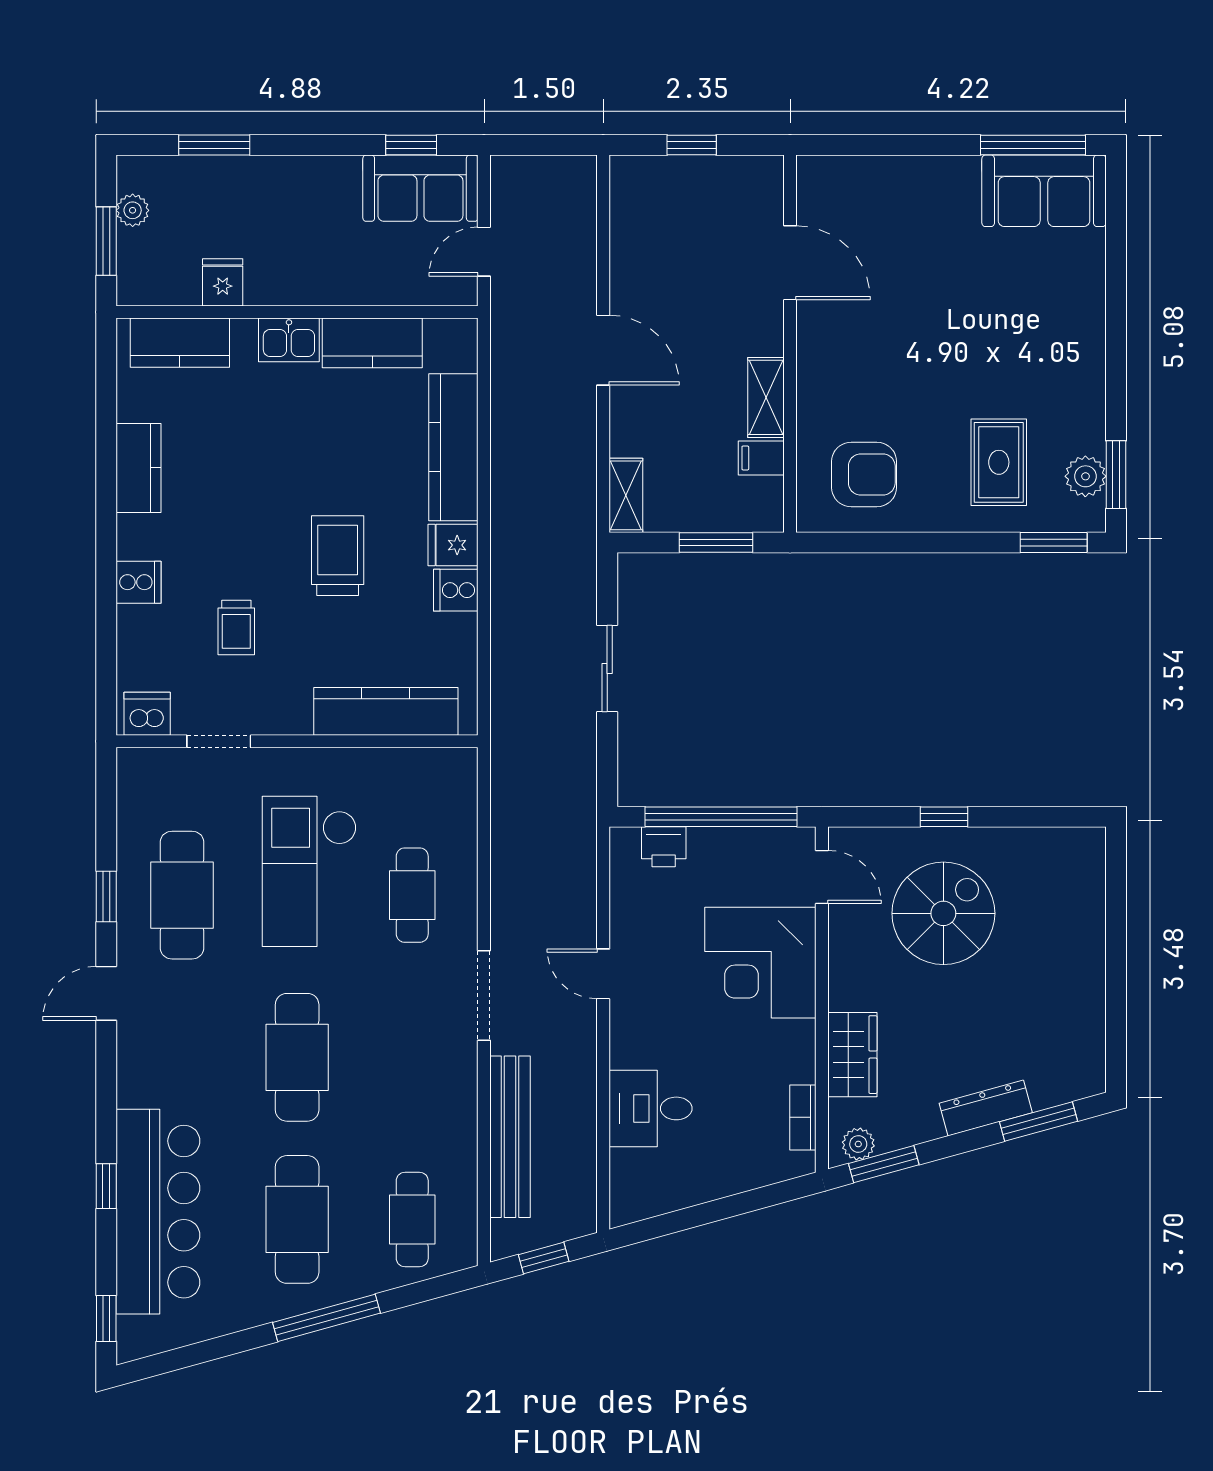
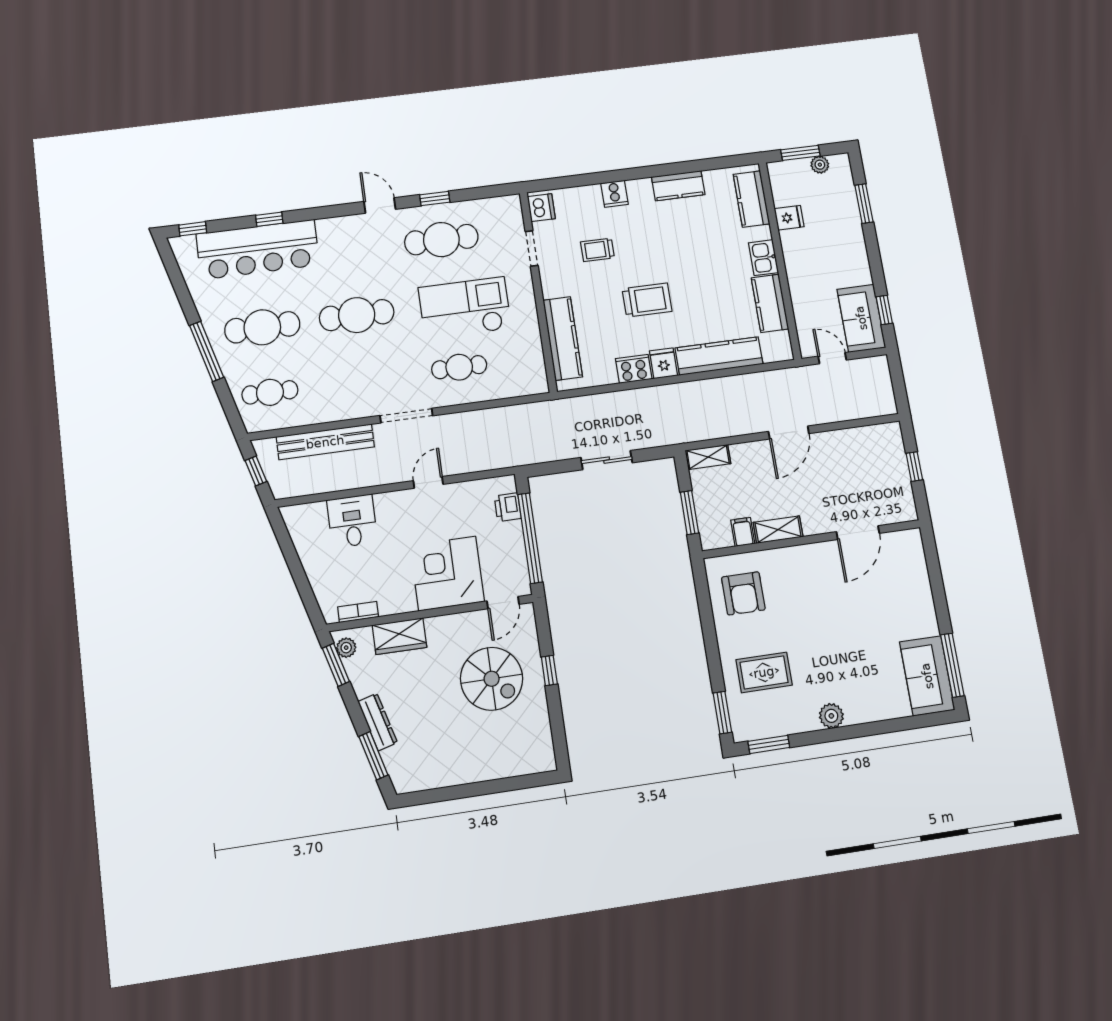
plant: (1085, 476) -> (831, 716), moved
cooker: (456, 590) -> (634, 369), width x1.36

